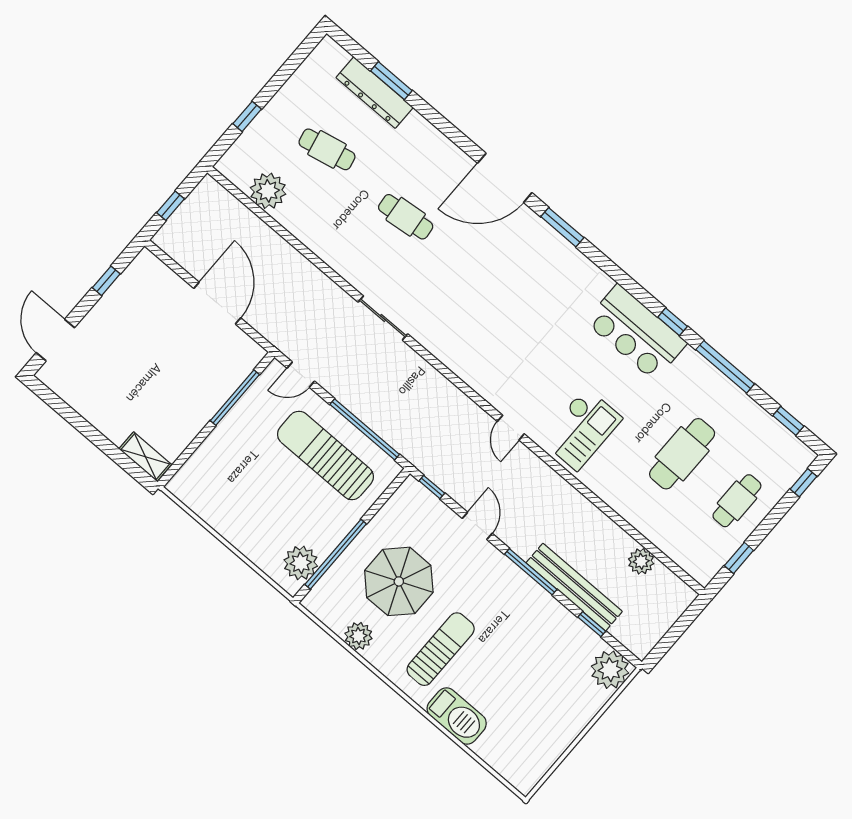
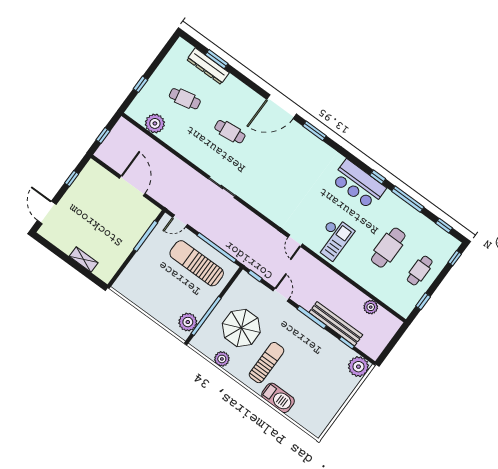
shelving: (145, 457) -> (84, 259), moved

